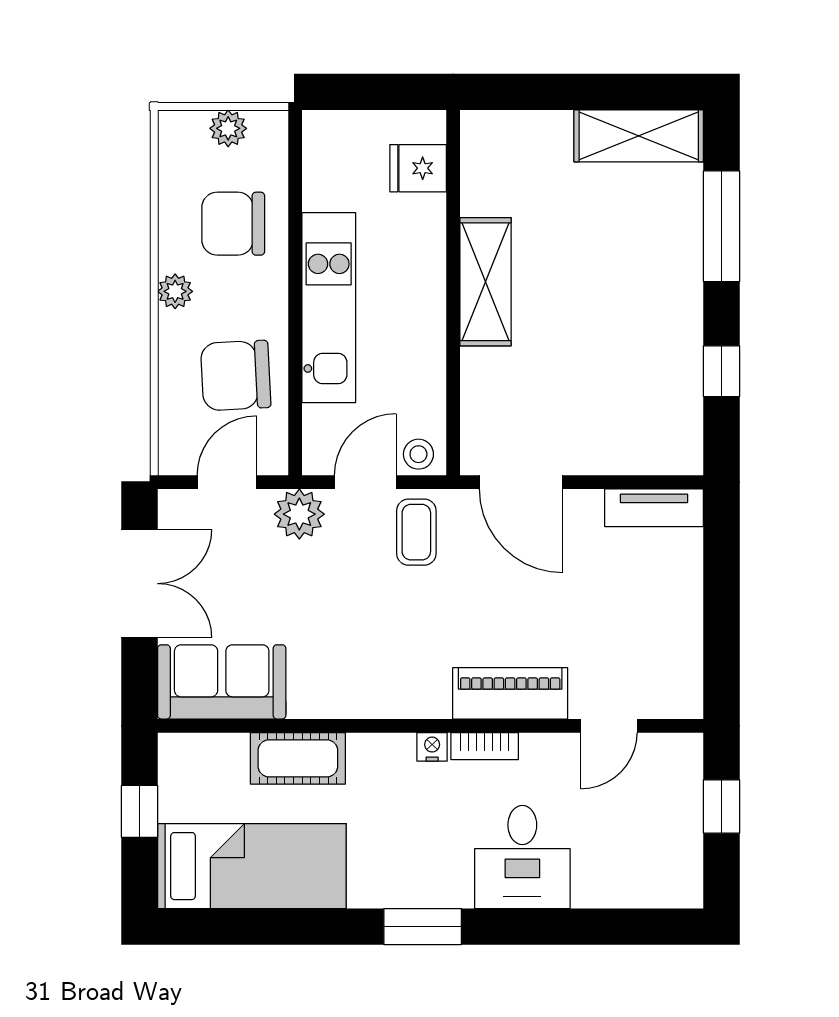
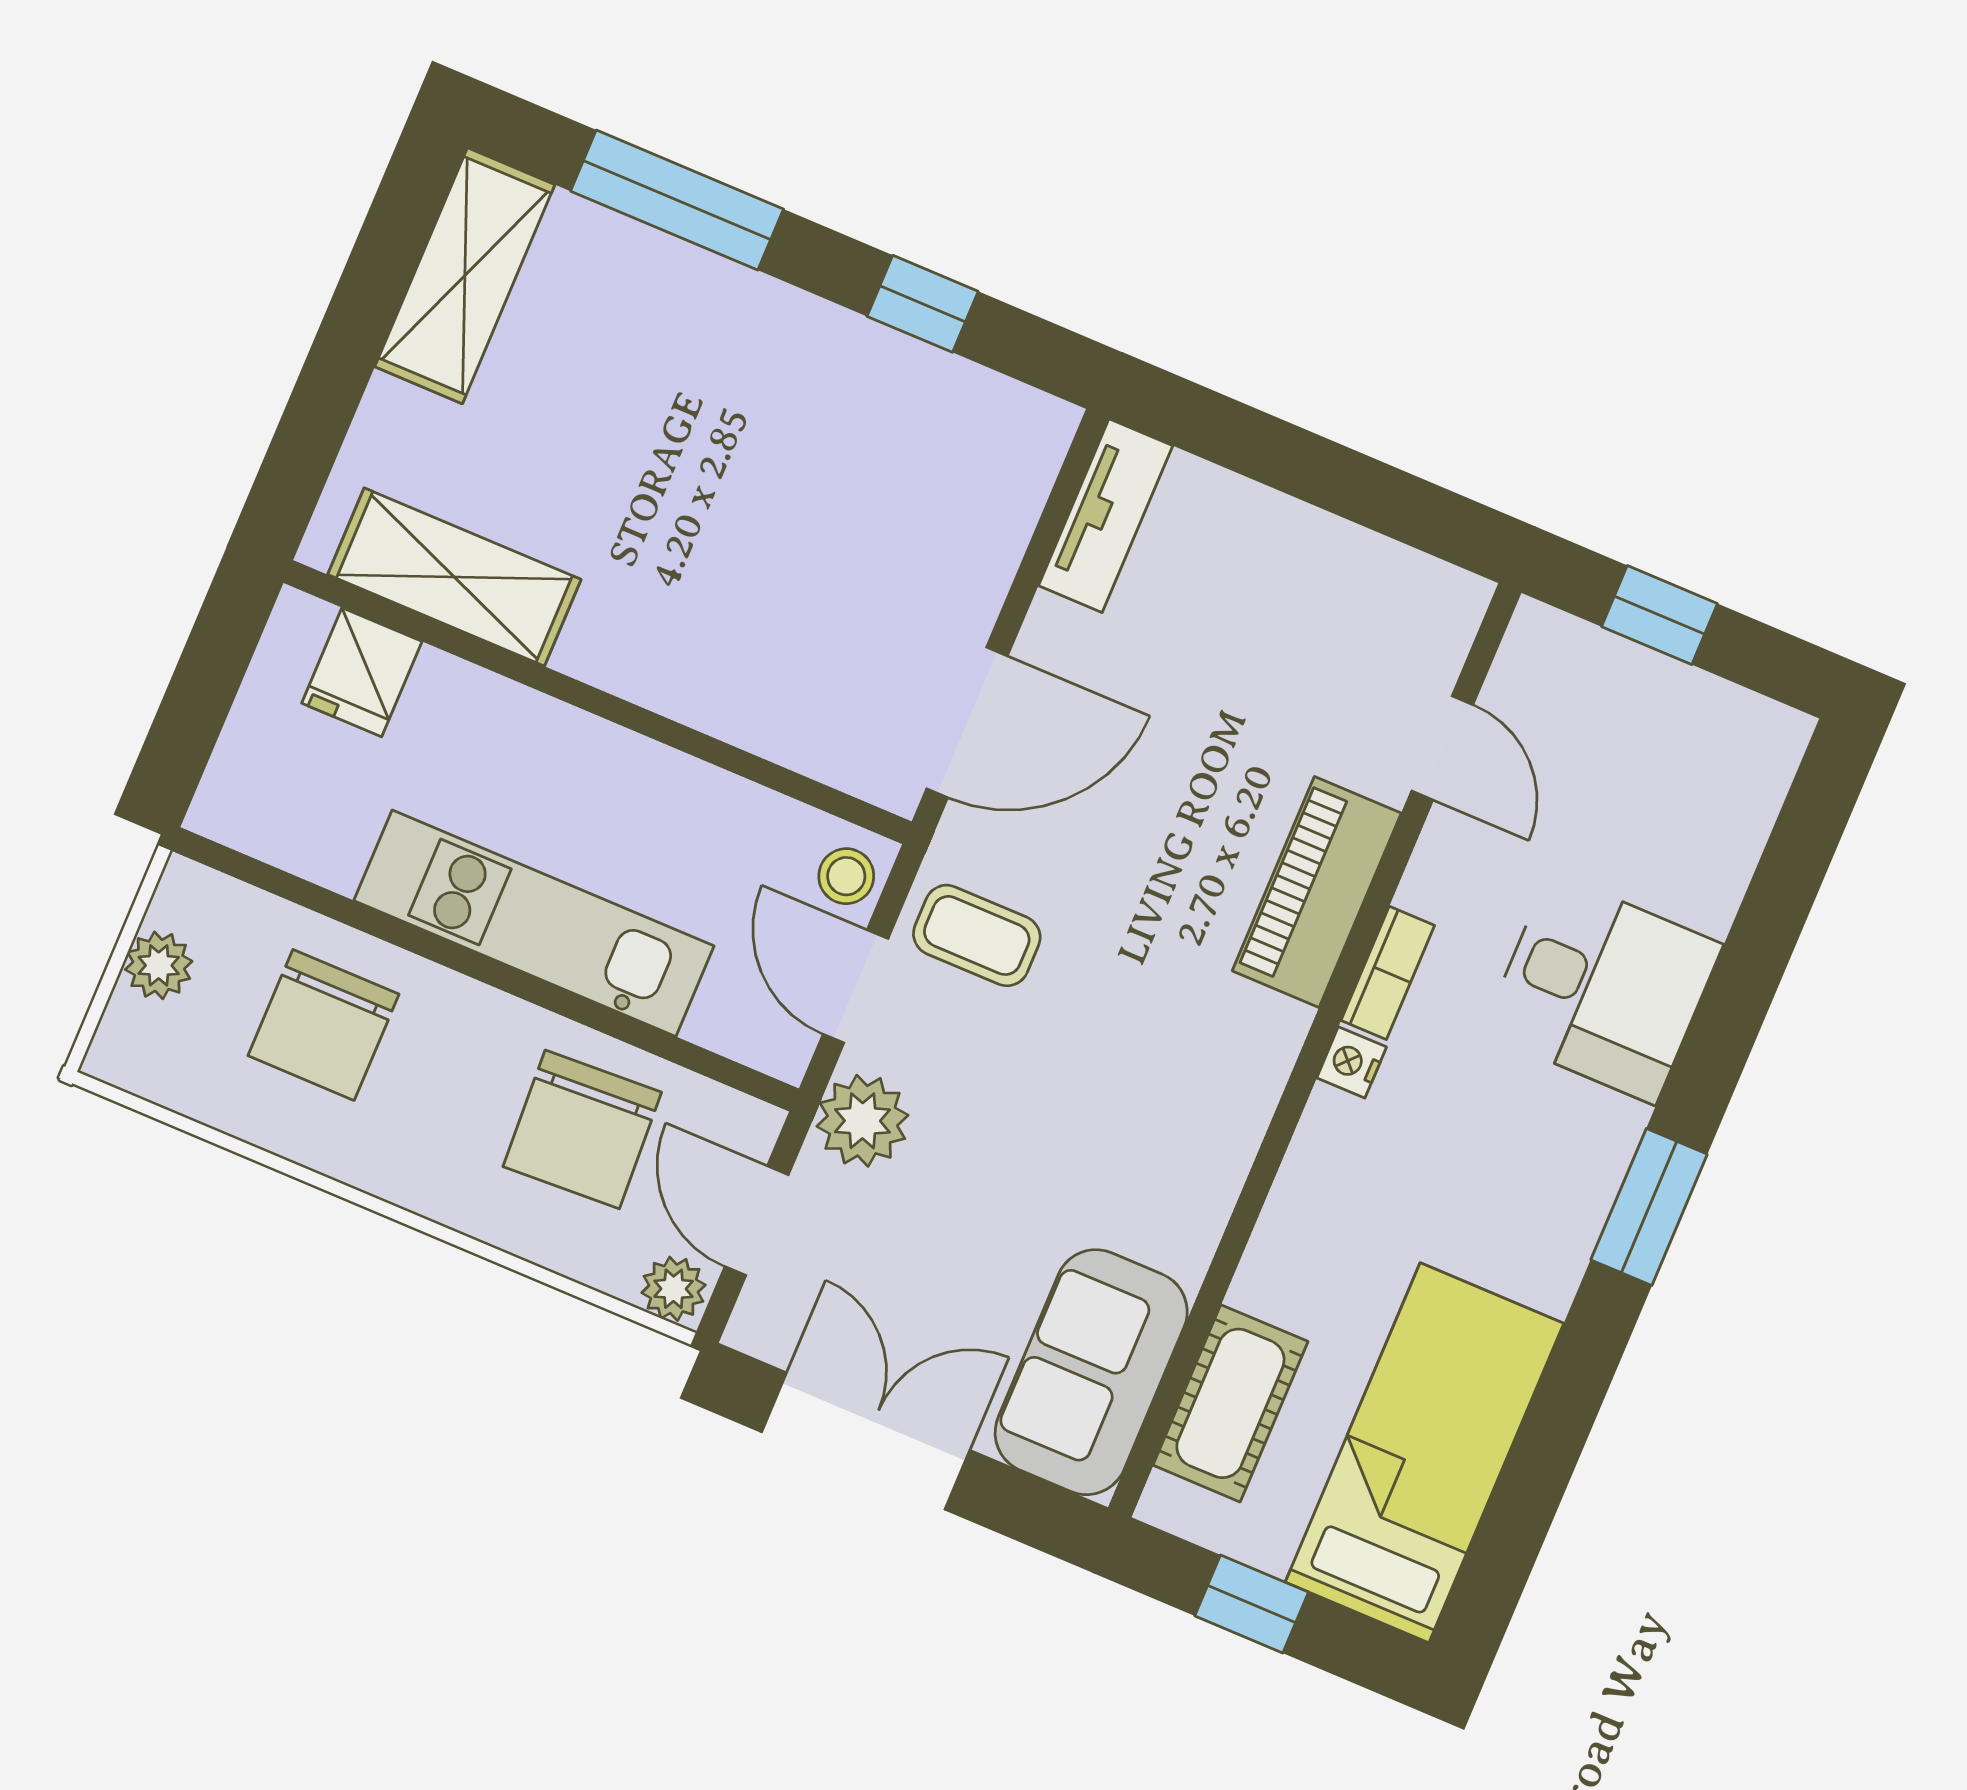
shelving: (485, 282) -> (454, 577), moved
plant: (175, 291) -> (674, 1289), moved
cot: (298, 758) -> (1230, 1403), moved

